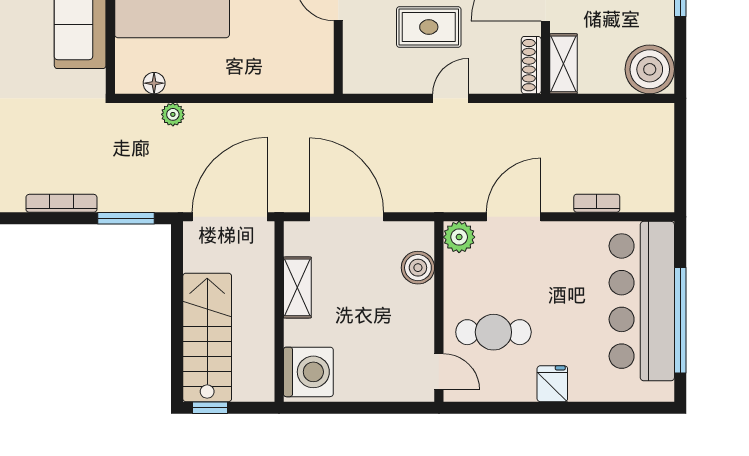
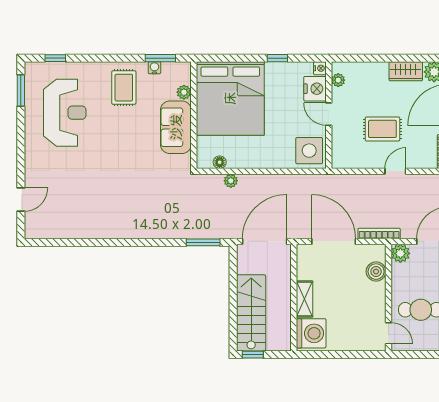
side table: (305, 64) -> (309, 151), added
bookcase: (61, 203) -> (379, 233), moved
shelving: (297, 287) -> (305, 299), moved

